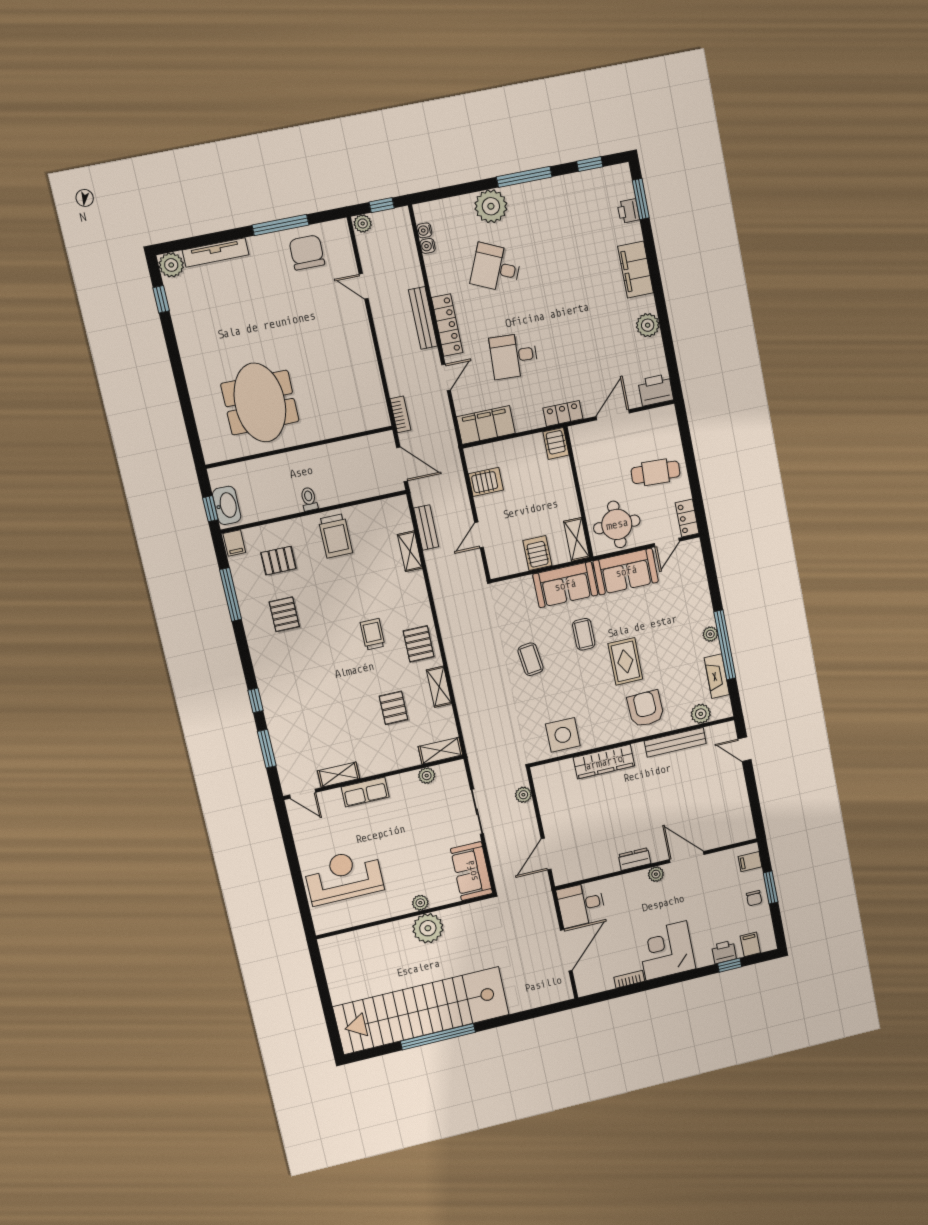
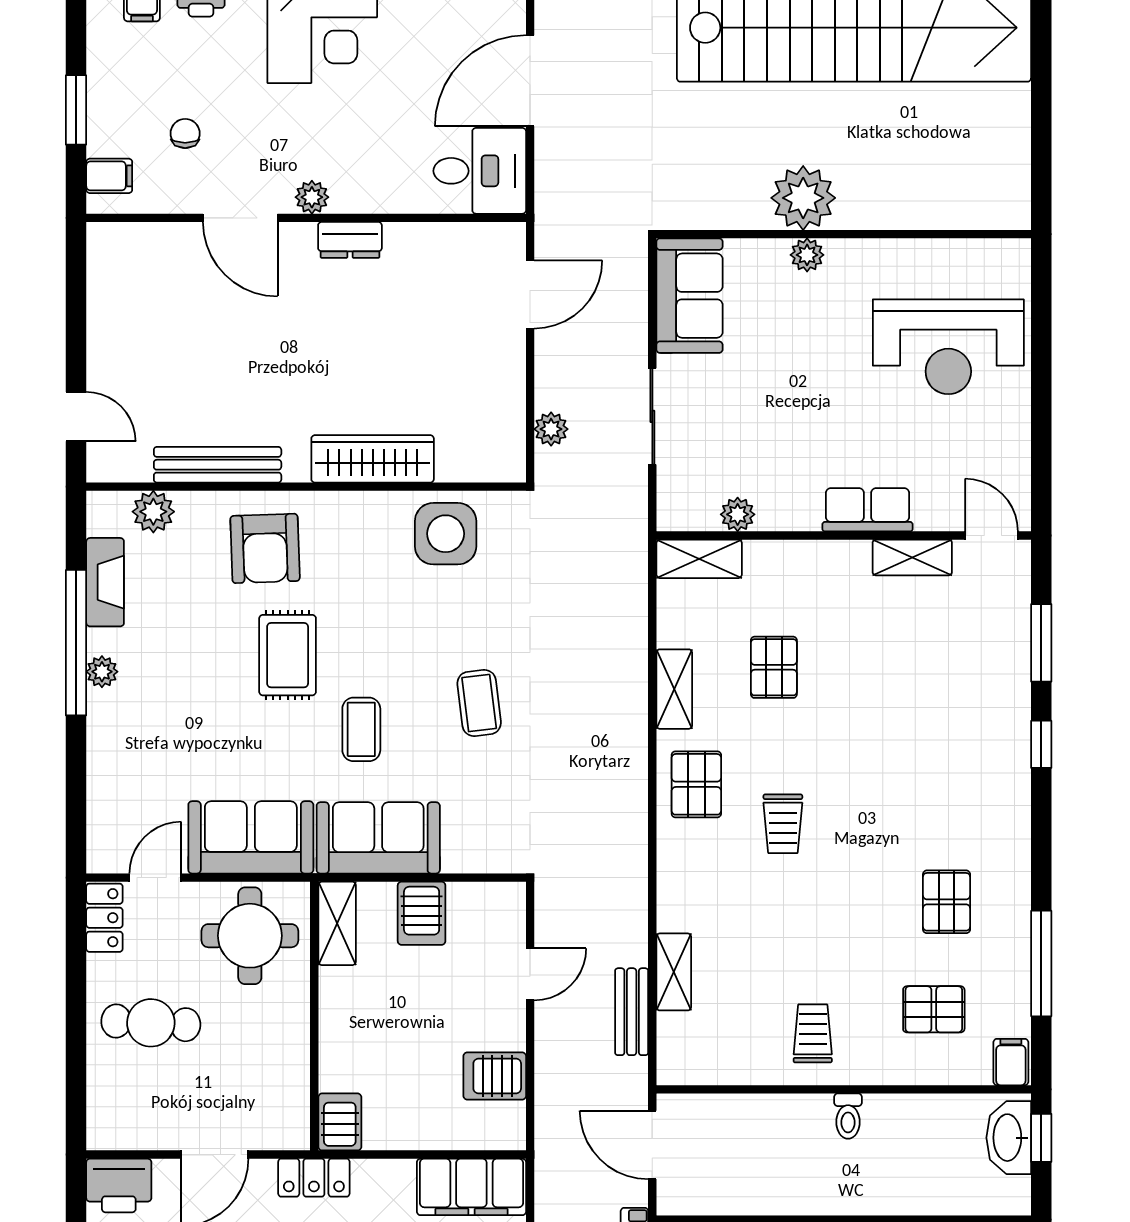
trolley: (335, 536) -> (813, 1033), width x0.73, depth x0.72
chair: (754, 898) -> (185, 133), moved

